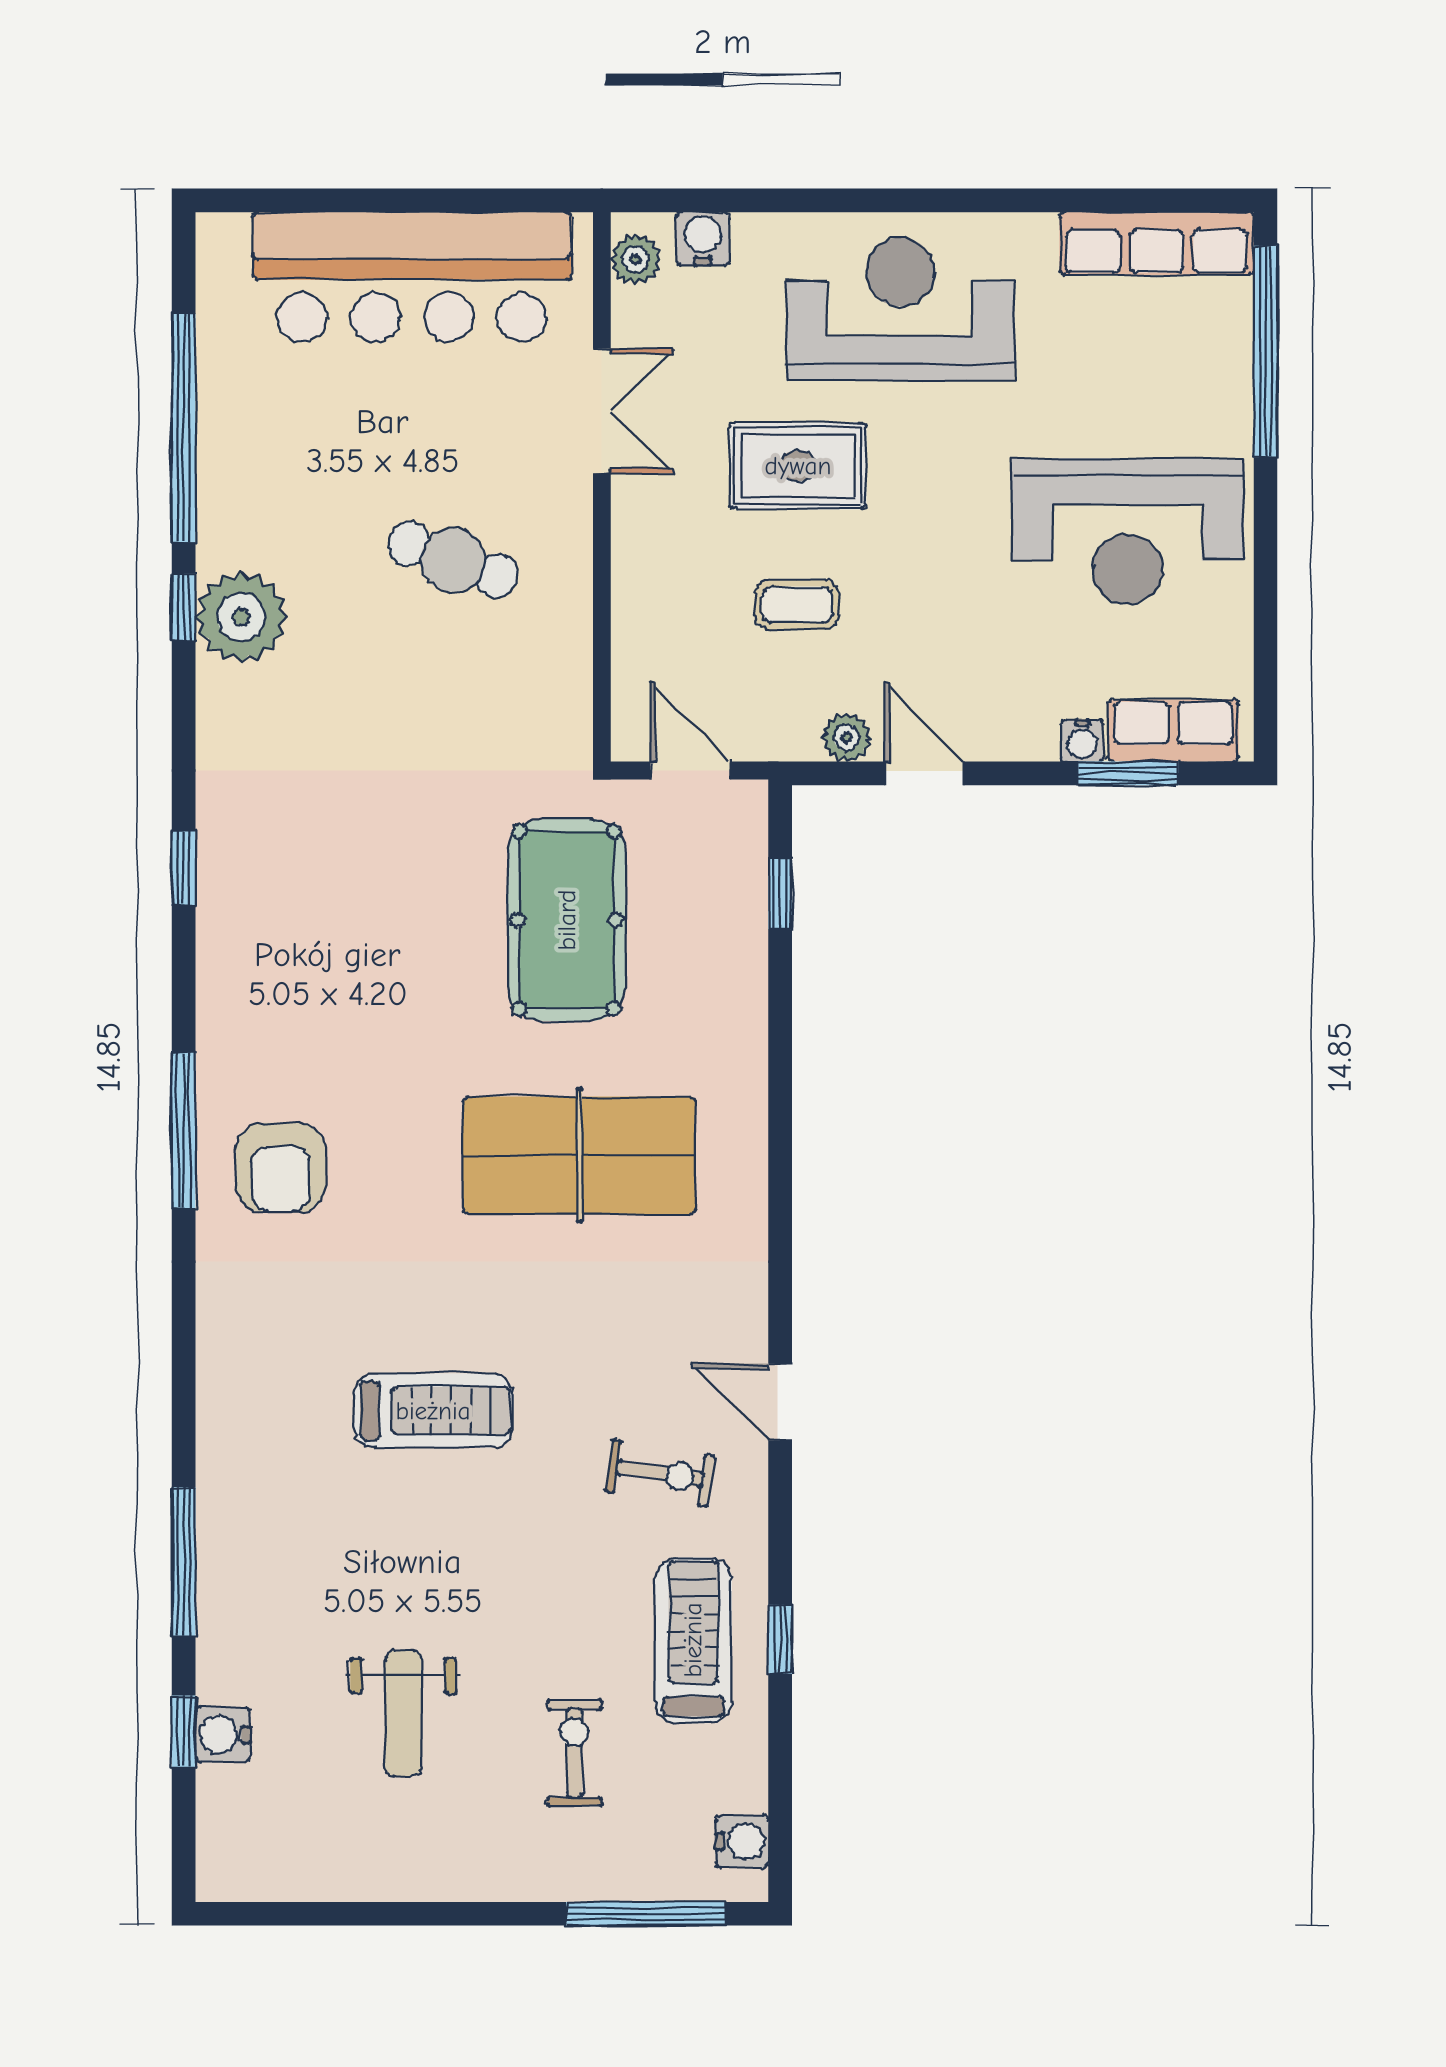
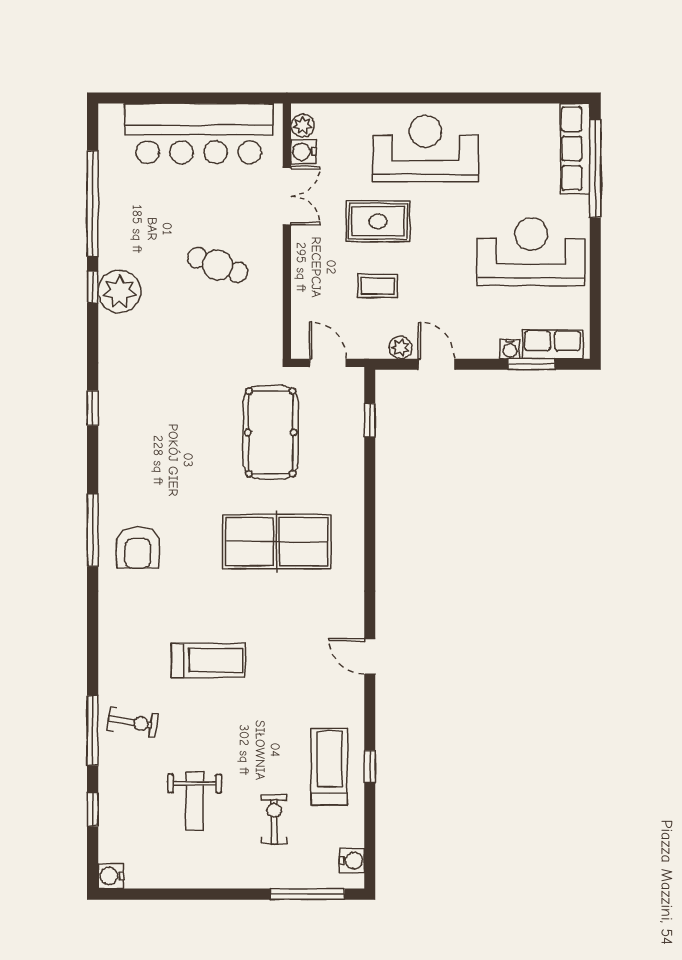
water cooler: (703, 239) -> (303, 152), moved, turned -90
row of seats: (1157, 243) -> (575, 149), moved, turned 90
reception desk: (1127, 531) -> (531, 252), turned 180
exercise bike: (660, 1474) -> (133, 722), moved
water cooler: (223, 1735) -> (111, 876), moved

